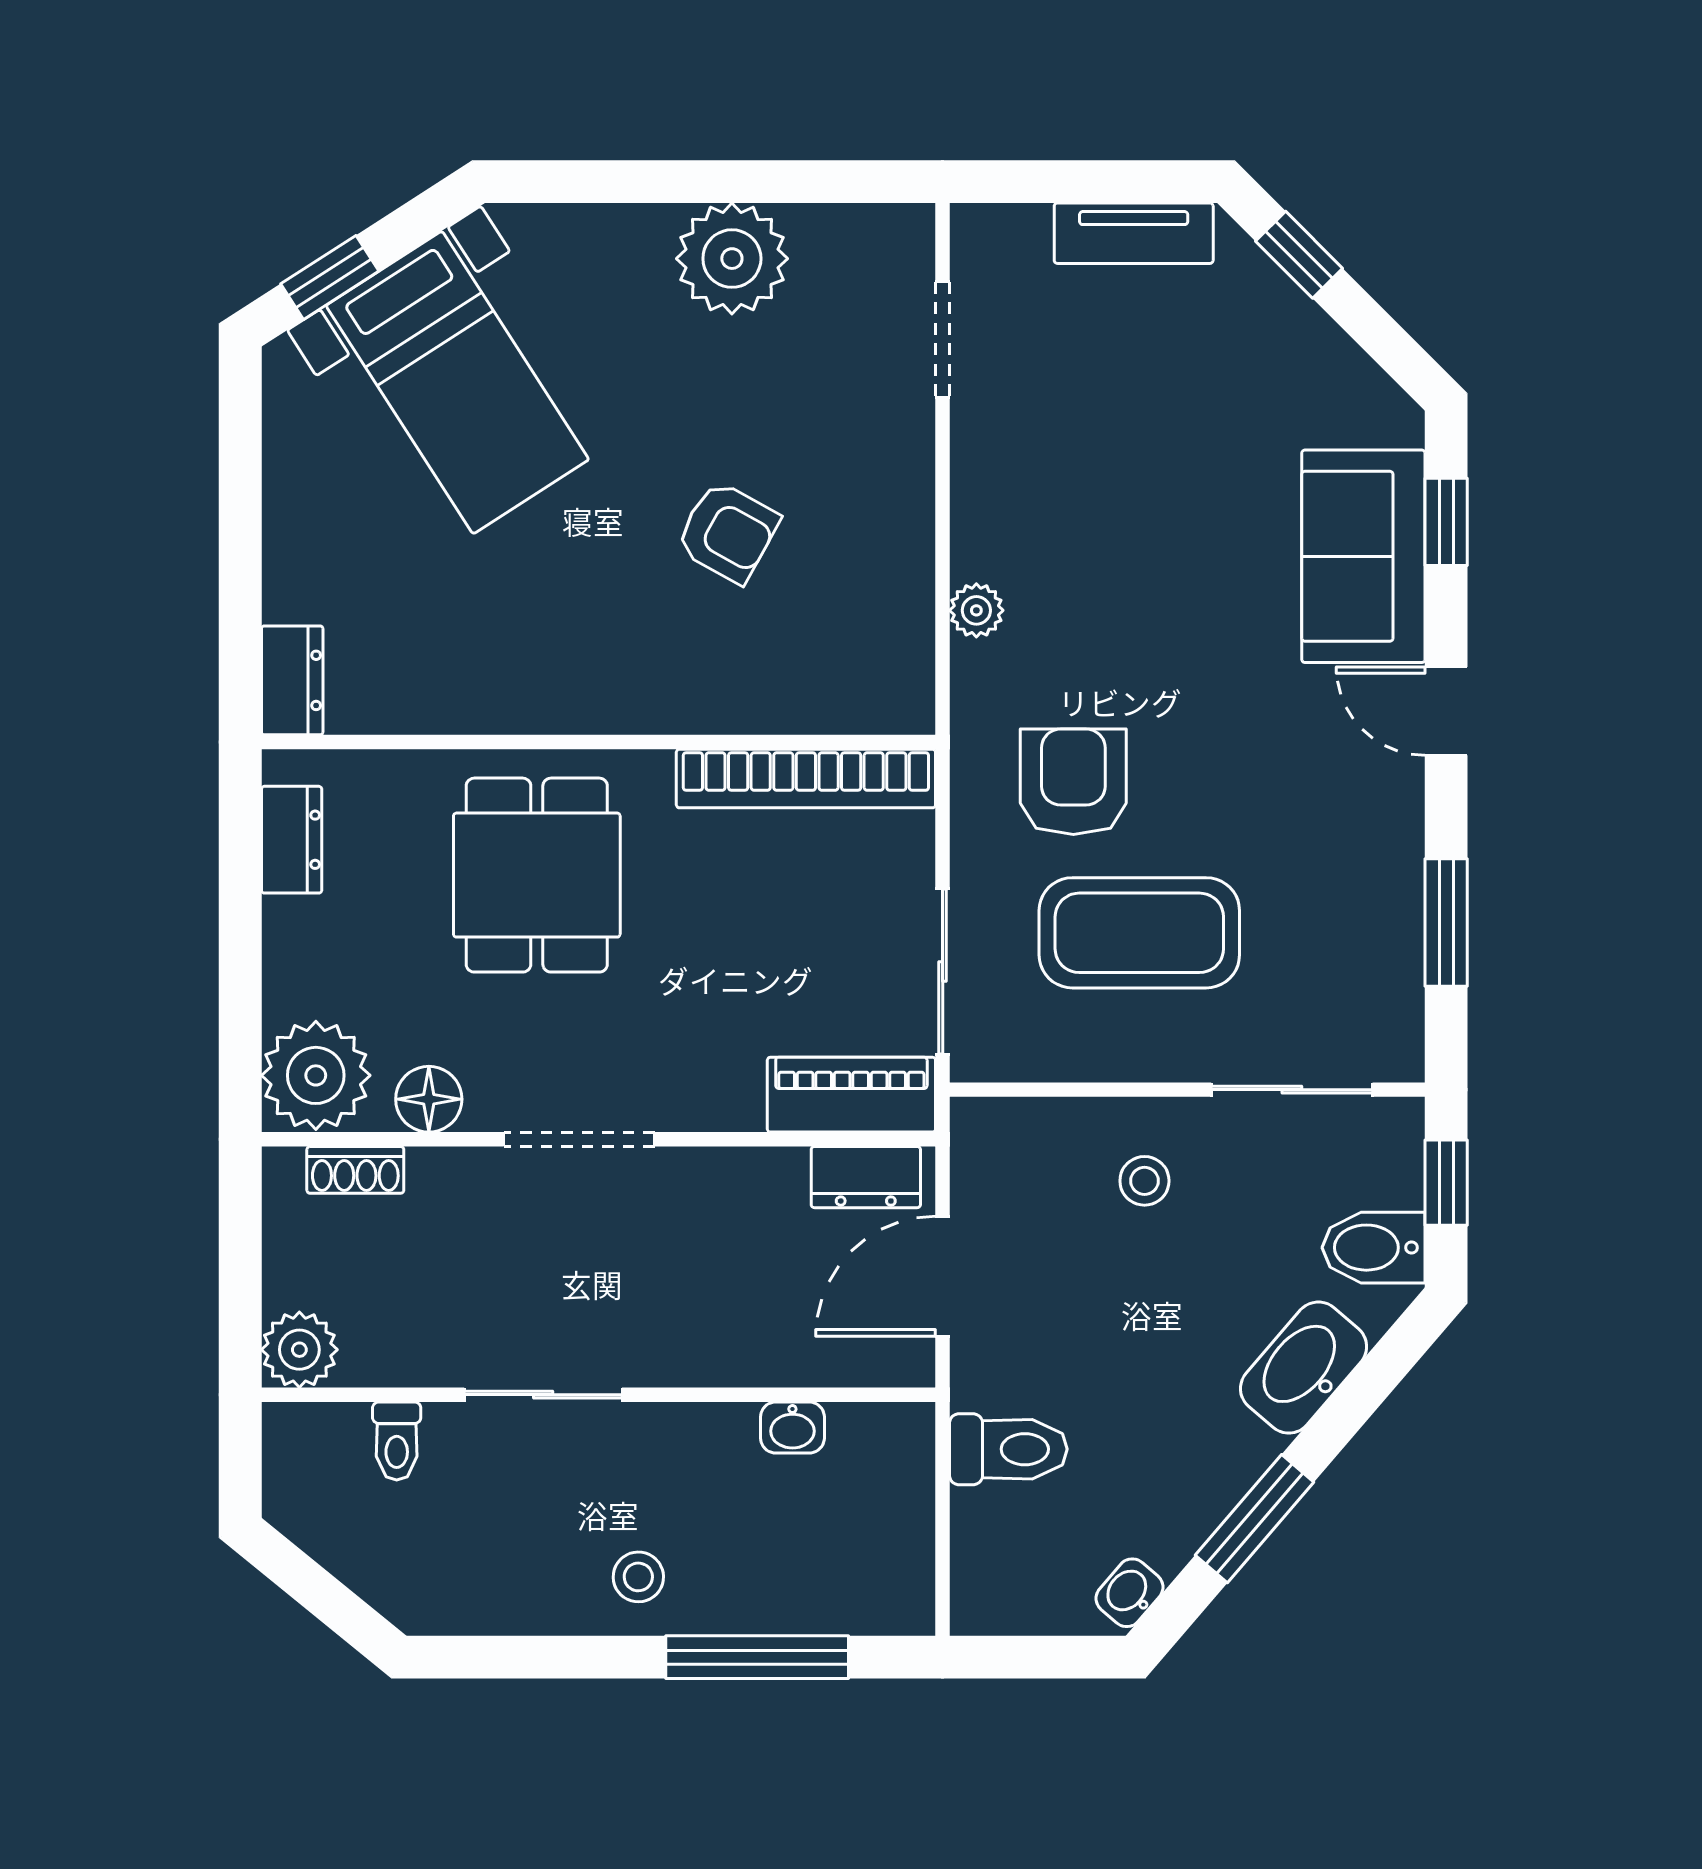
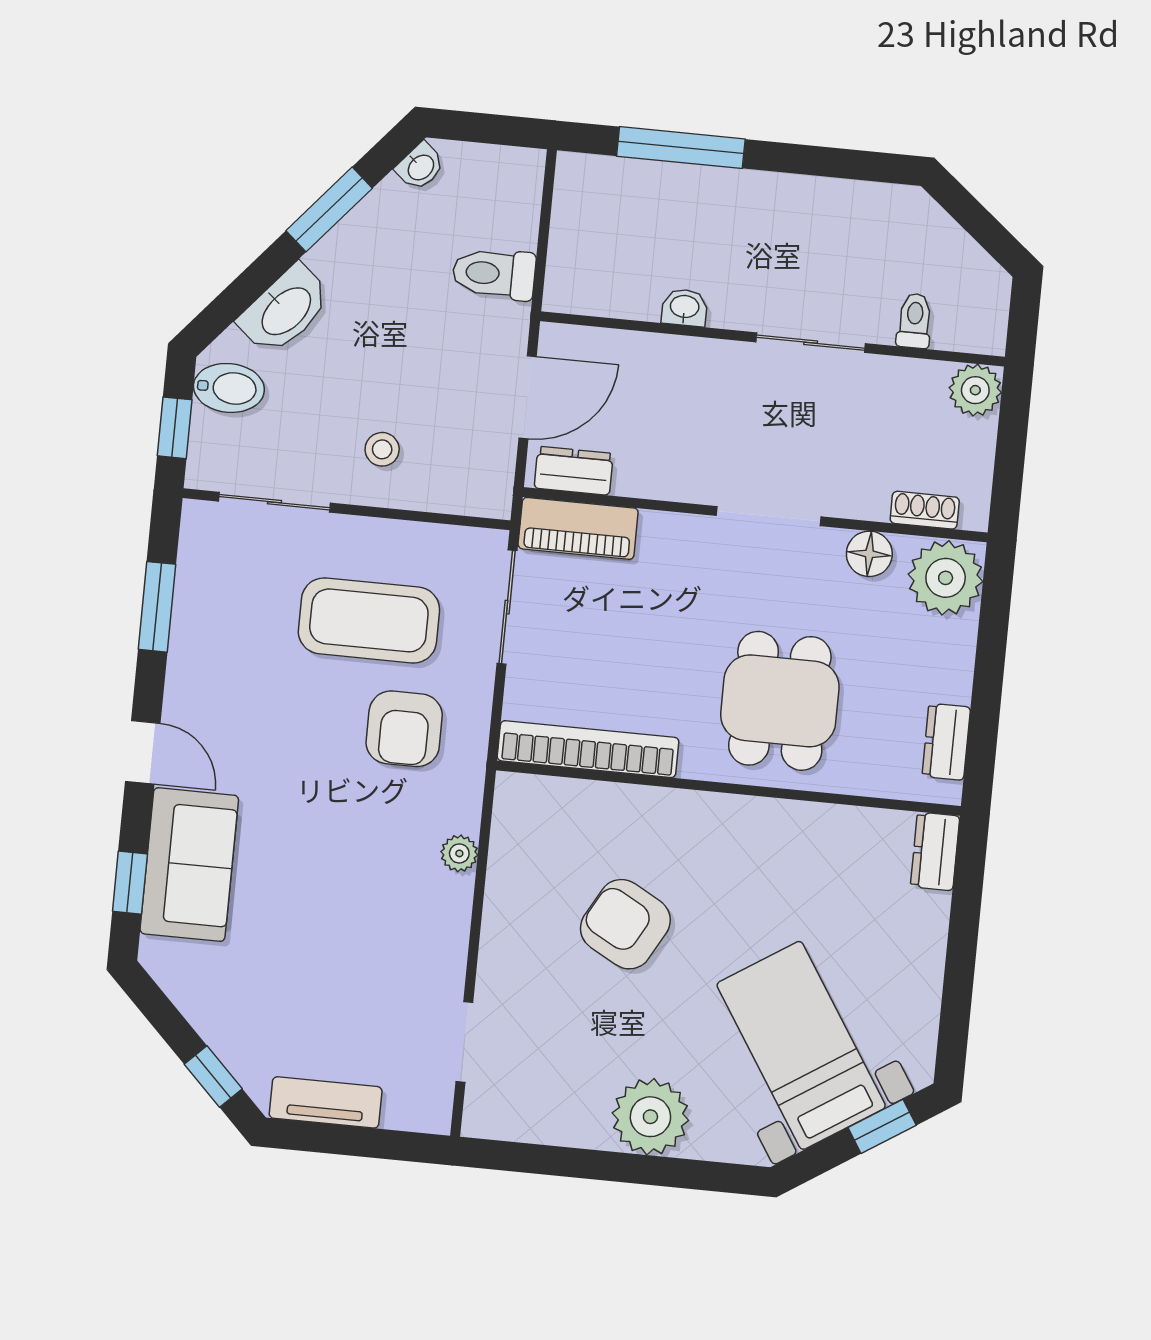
plant: (732, 259) -> (650, 1117), moved
armchair: (728, 532) -> (625, 924), width x1.38, depth x1.38
washbasin: (792, 1428) -> (685, 308), moved
stool: (638, 1577) -> (757, 211), removed

